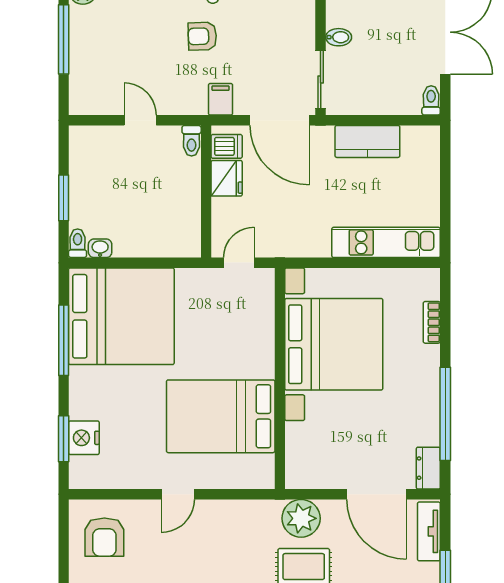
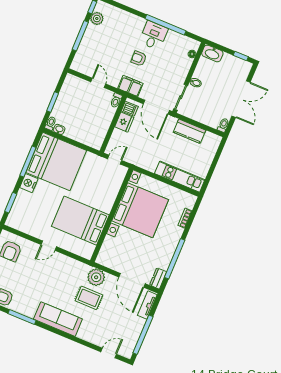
filing cabinet: (221, 99) -> (130, 86), width x2.00
nightstand: (84, 438) -> (29, 183), moved

